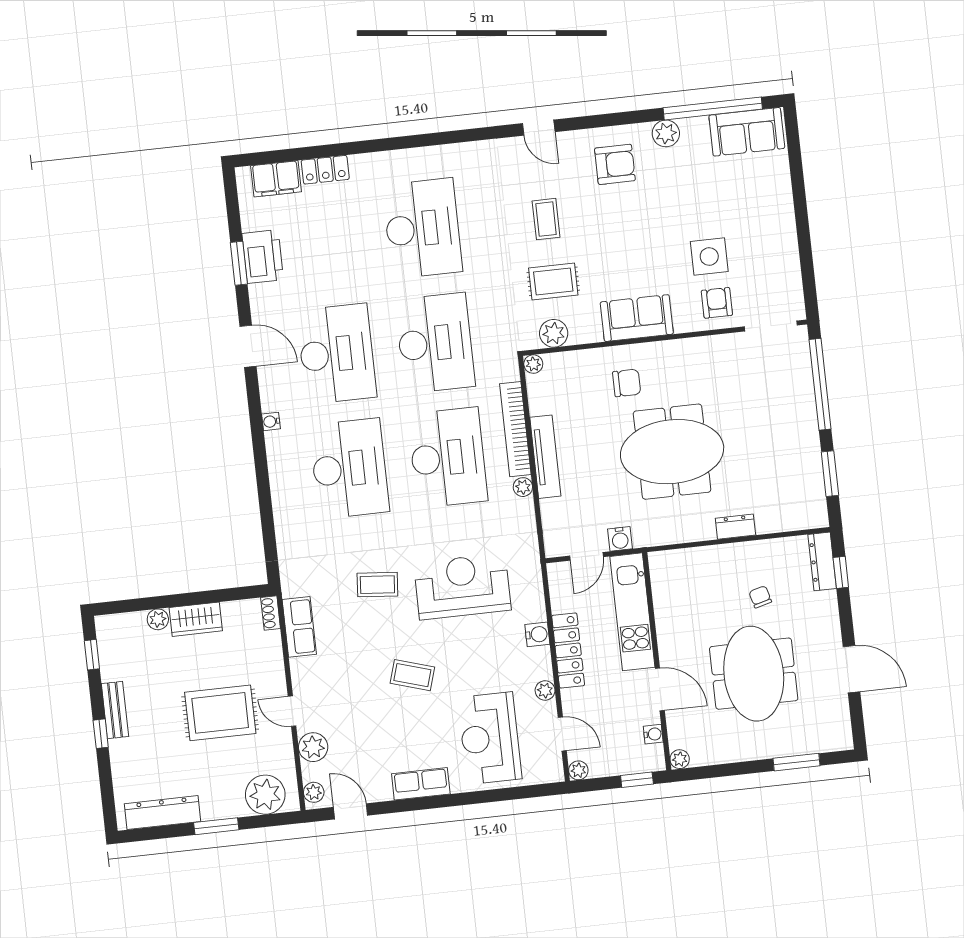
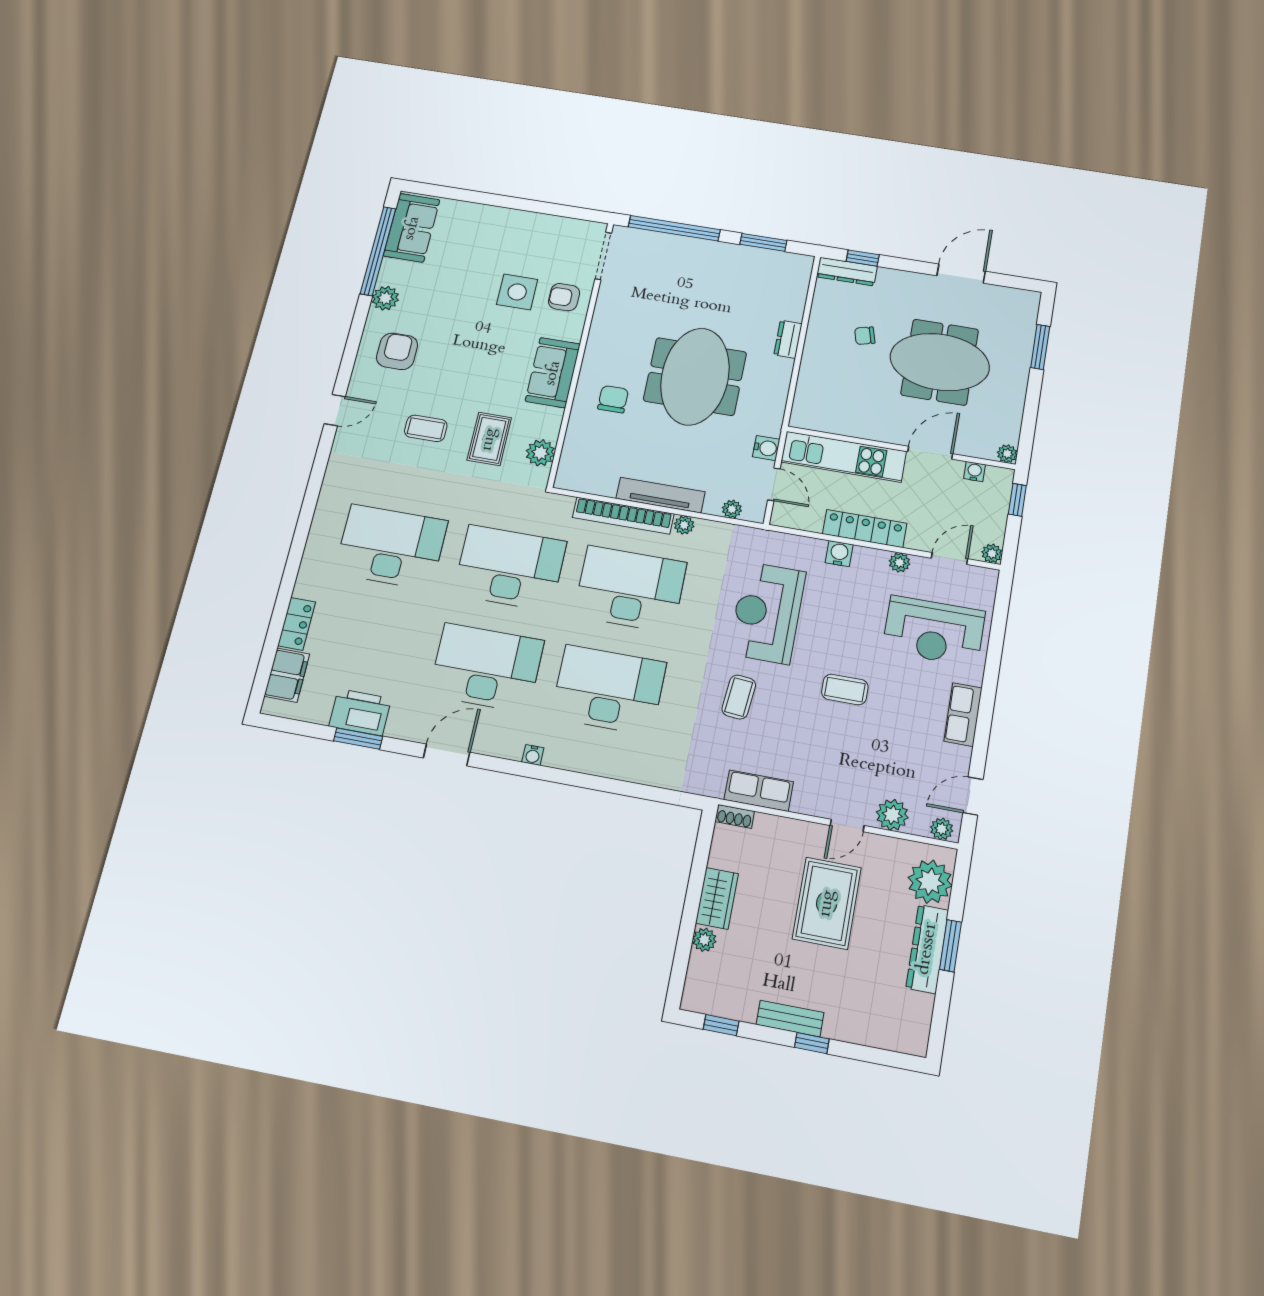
plant: (533, 364) -> (732, 509), moved
coffee table: (412, 675) -> (845, 689), turned 73
dresser: (163, 813) -> (927, 949), moved

